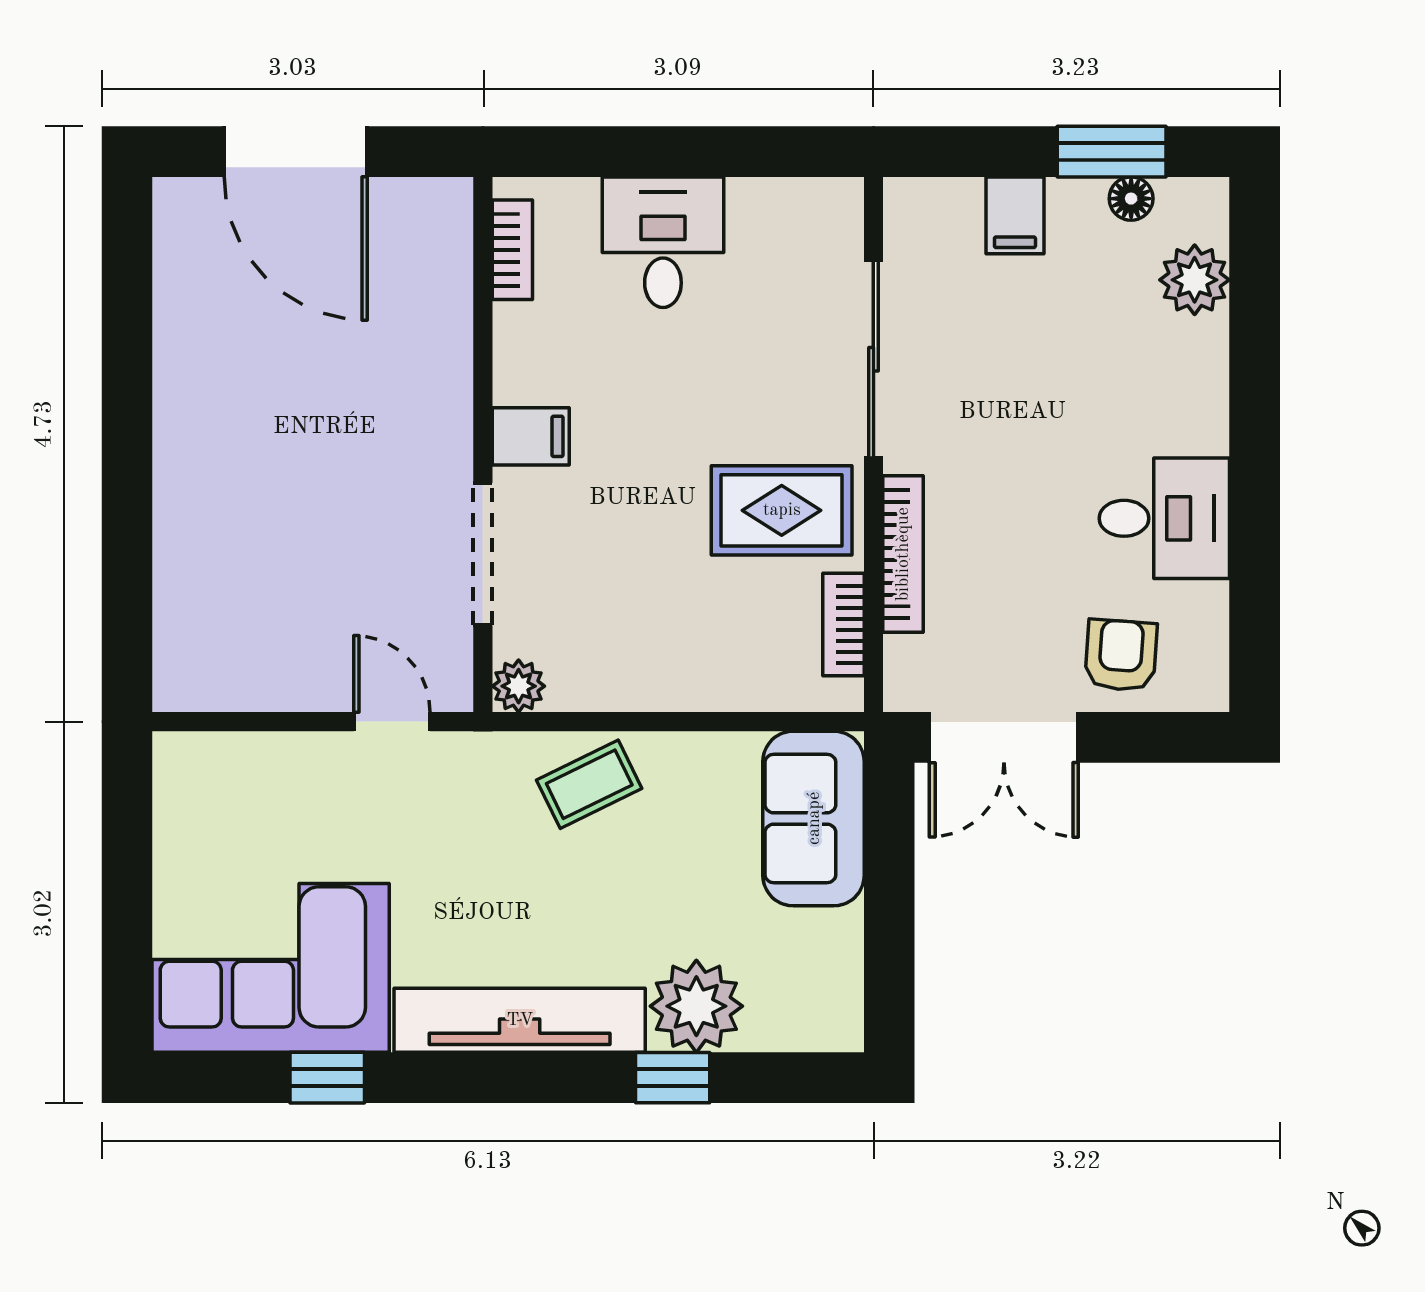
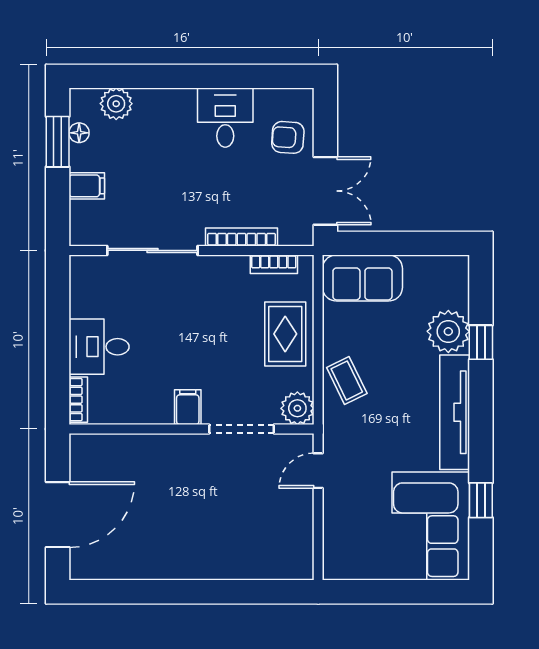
bookcase: (512, 250) -> (78, 400), moved, turned 90
rug: (782, 510) -> (285, 334), moved
plant: (519, 686) -> (297, 408), width x1.38, depth x1.38

